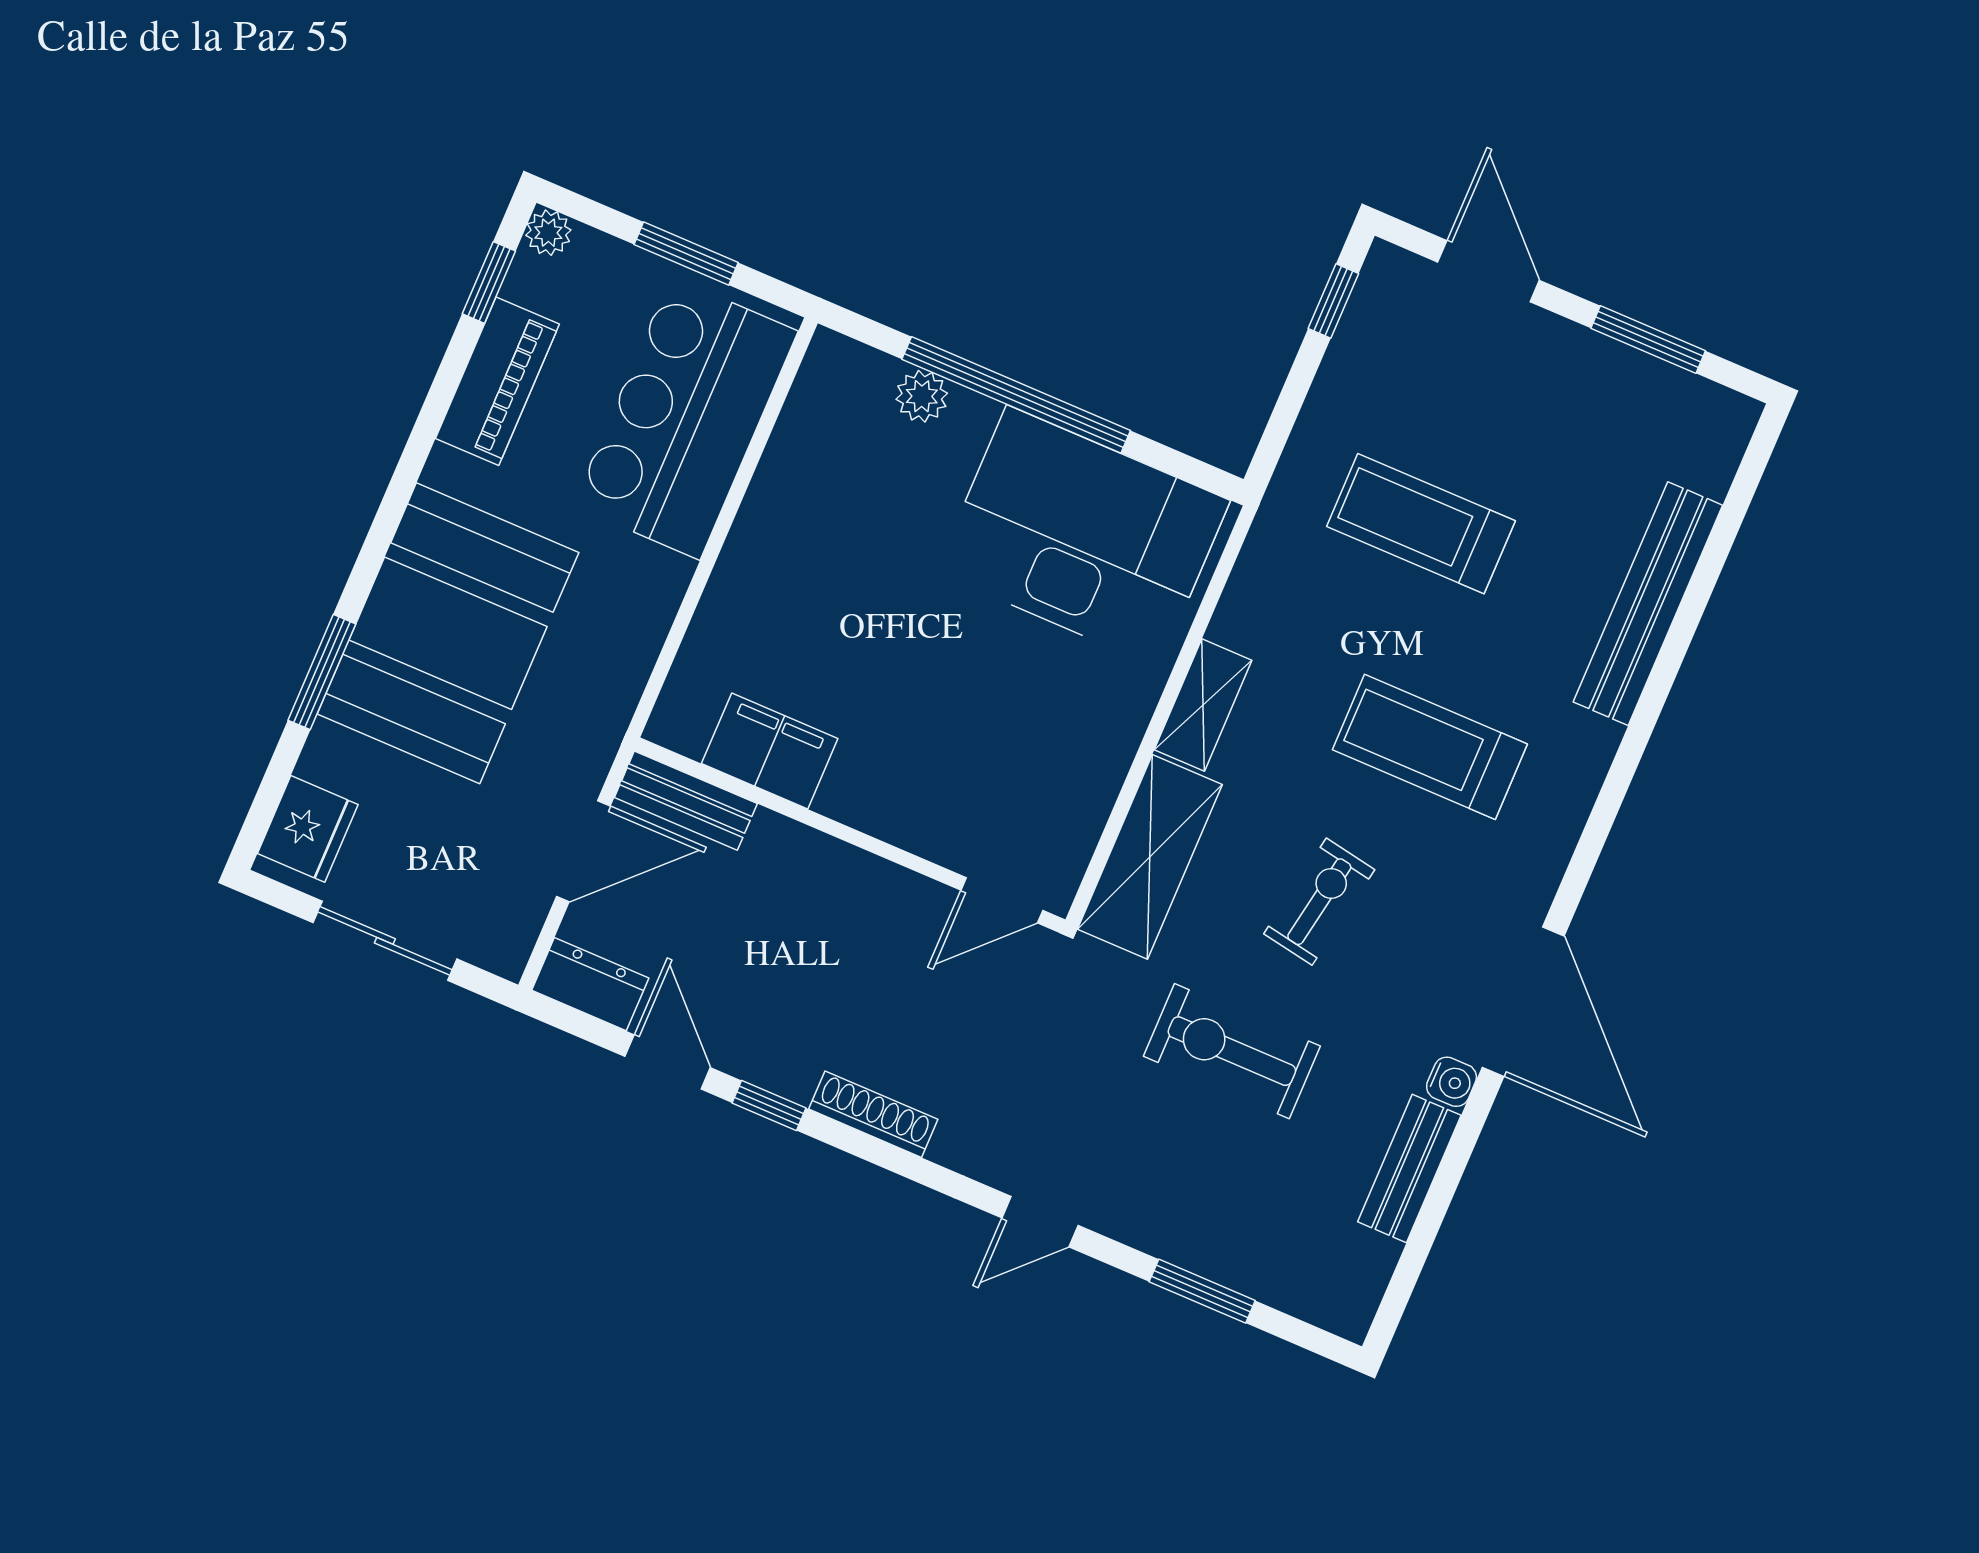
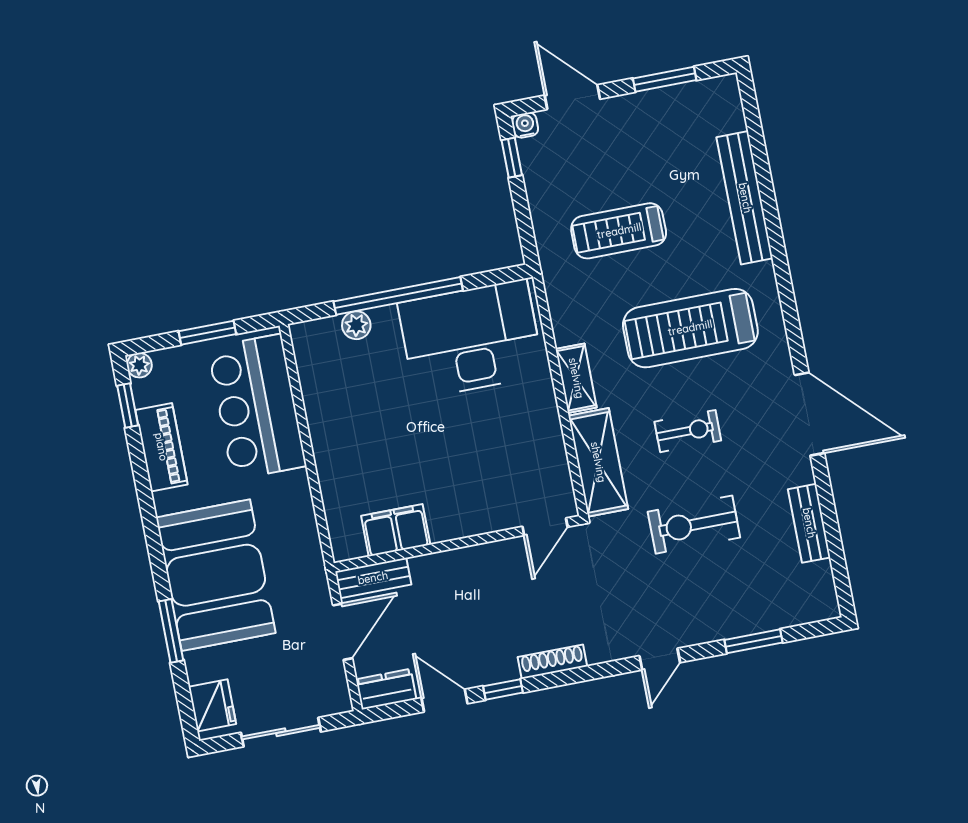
treadmill: (1430, 747) -> (690, 328), width x1.37, depth x1.38
exercise bike: (1319, 902) -> (688, 431), turned 80
water cooler: (1452, 1082) -> (525, 125), moved, turned -90

